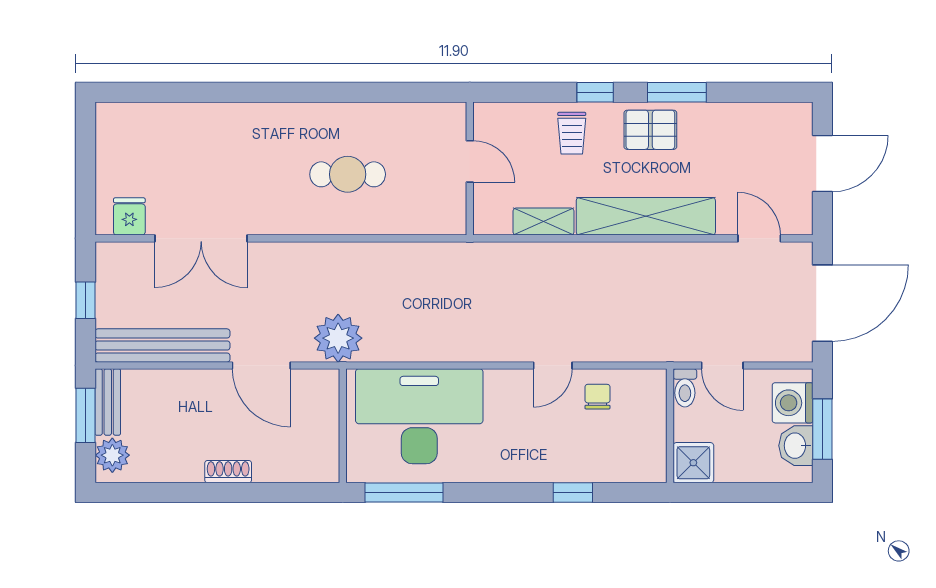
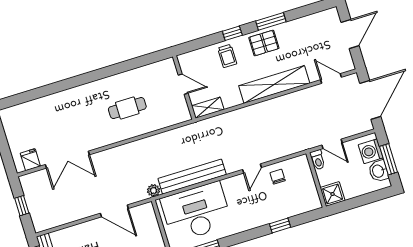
shelving: (544, 222) -> (208, 108), moved
plant: (338, 338) -> (154, 190), width x0.53, depth x0.53
bench: (162, 345) -> (192, 177), moved

